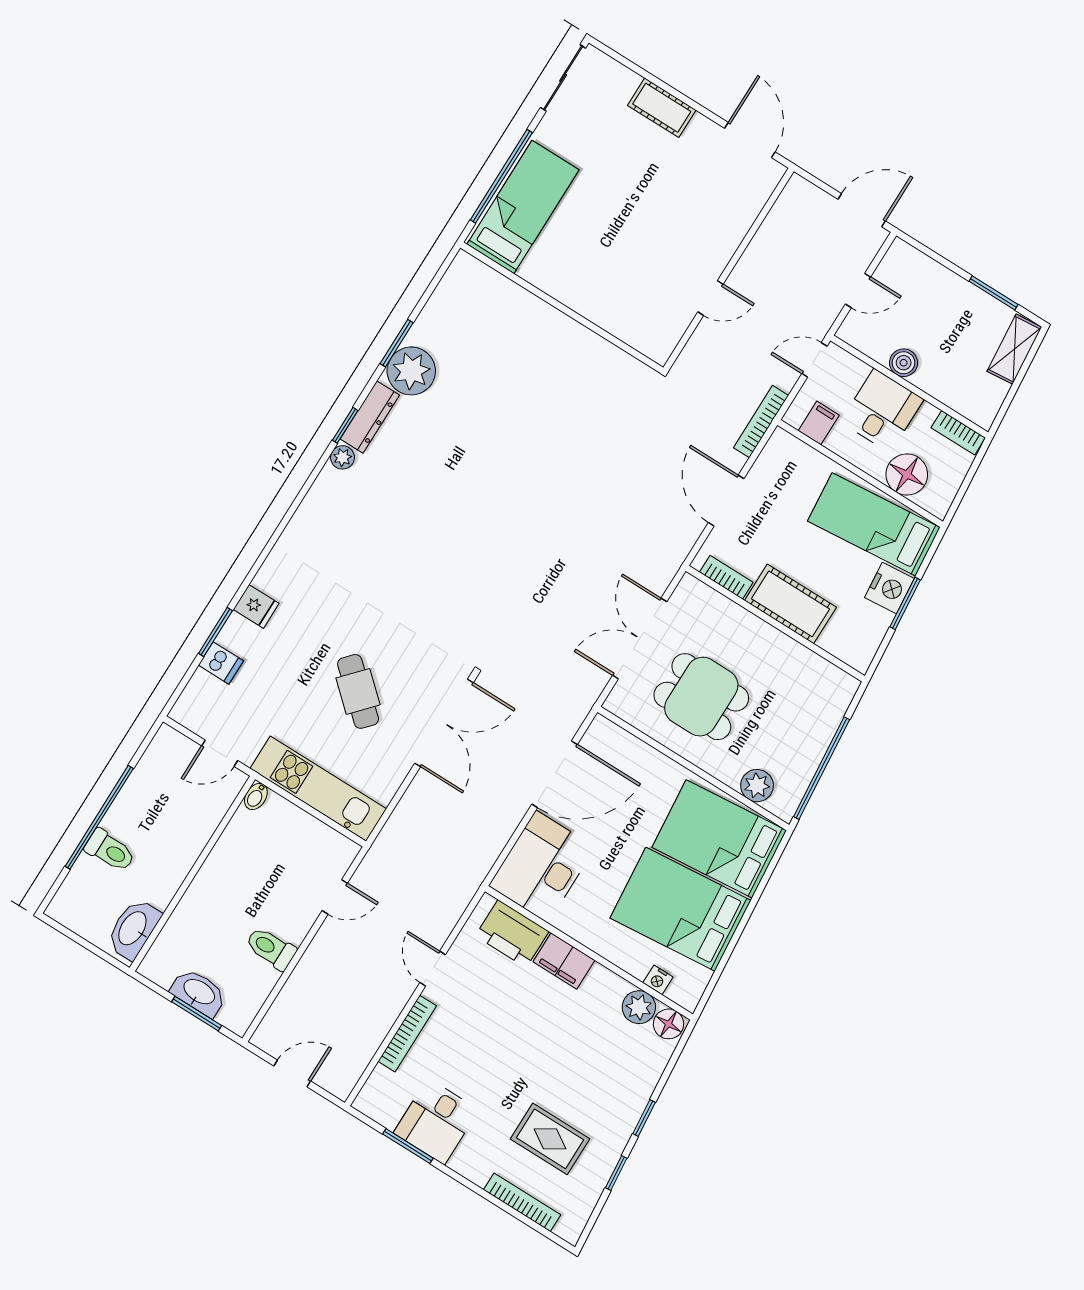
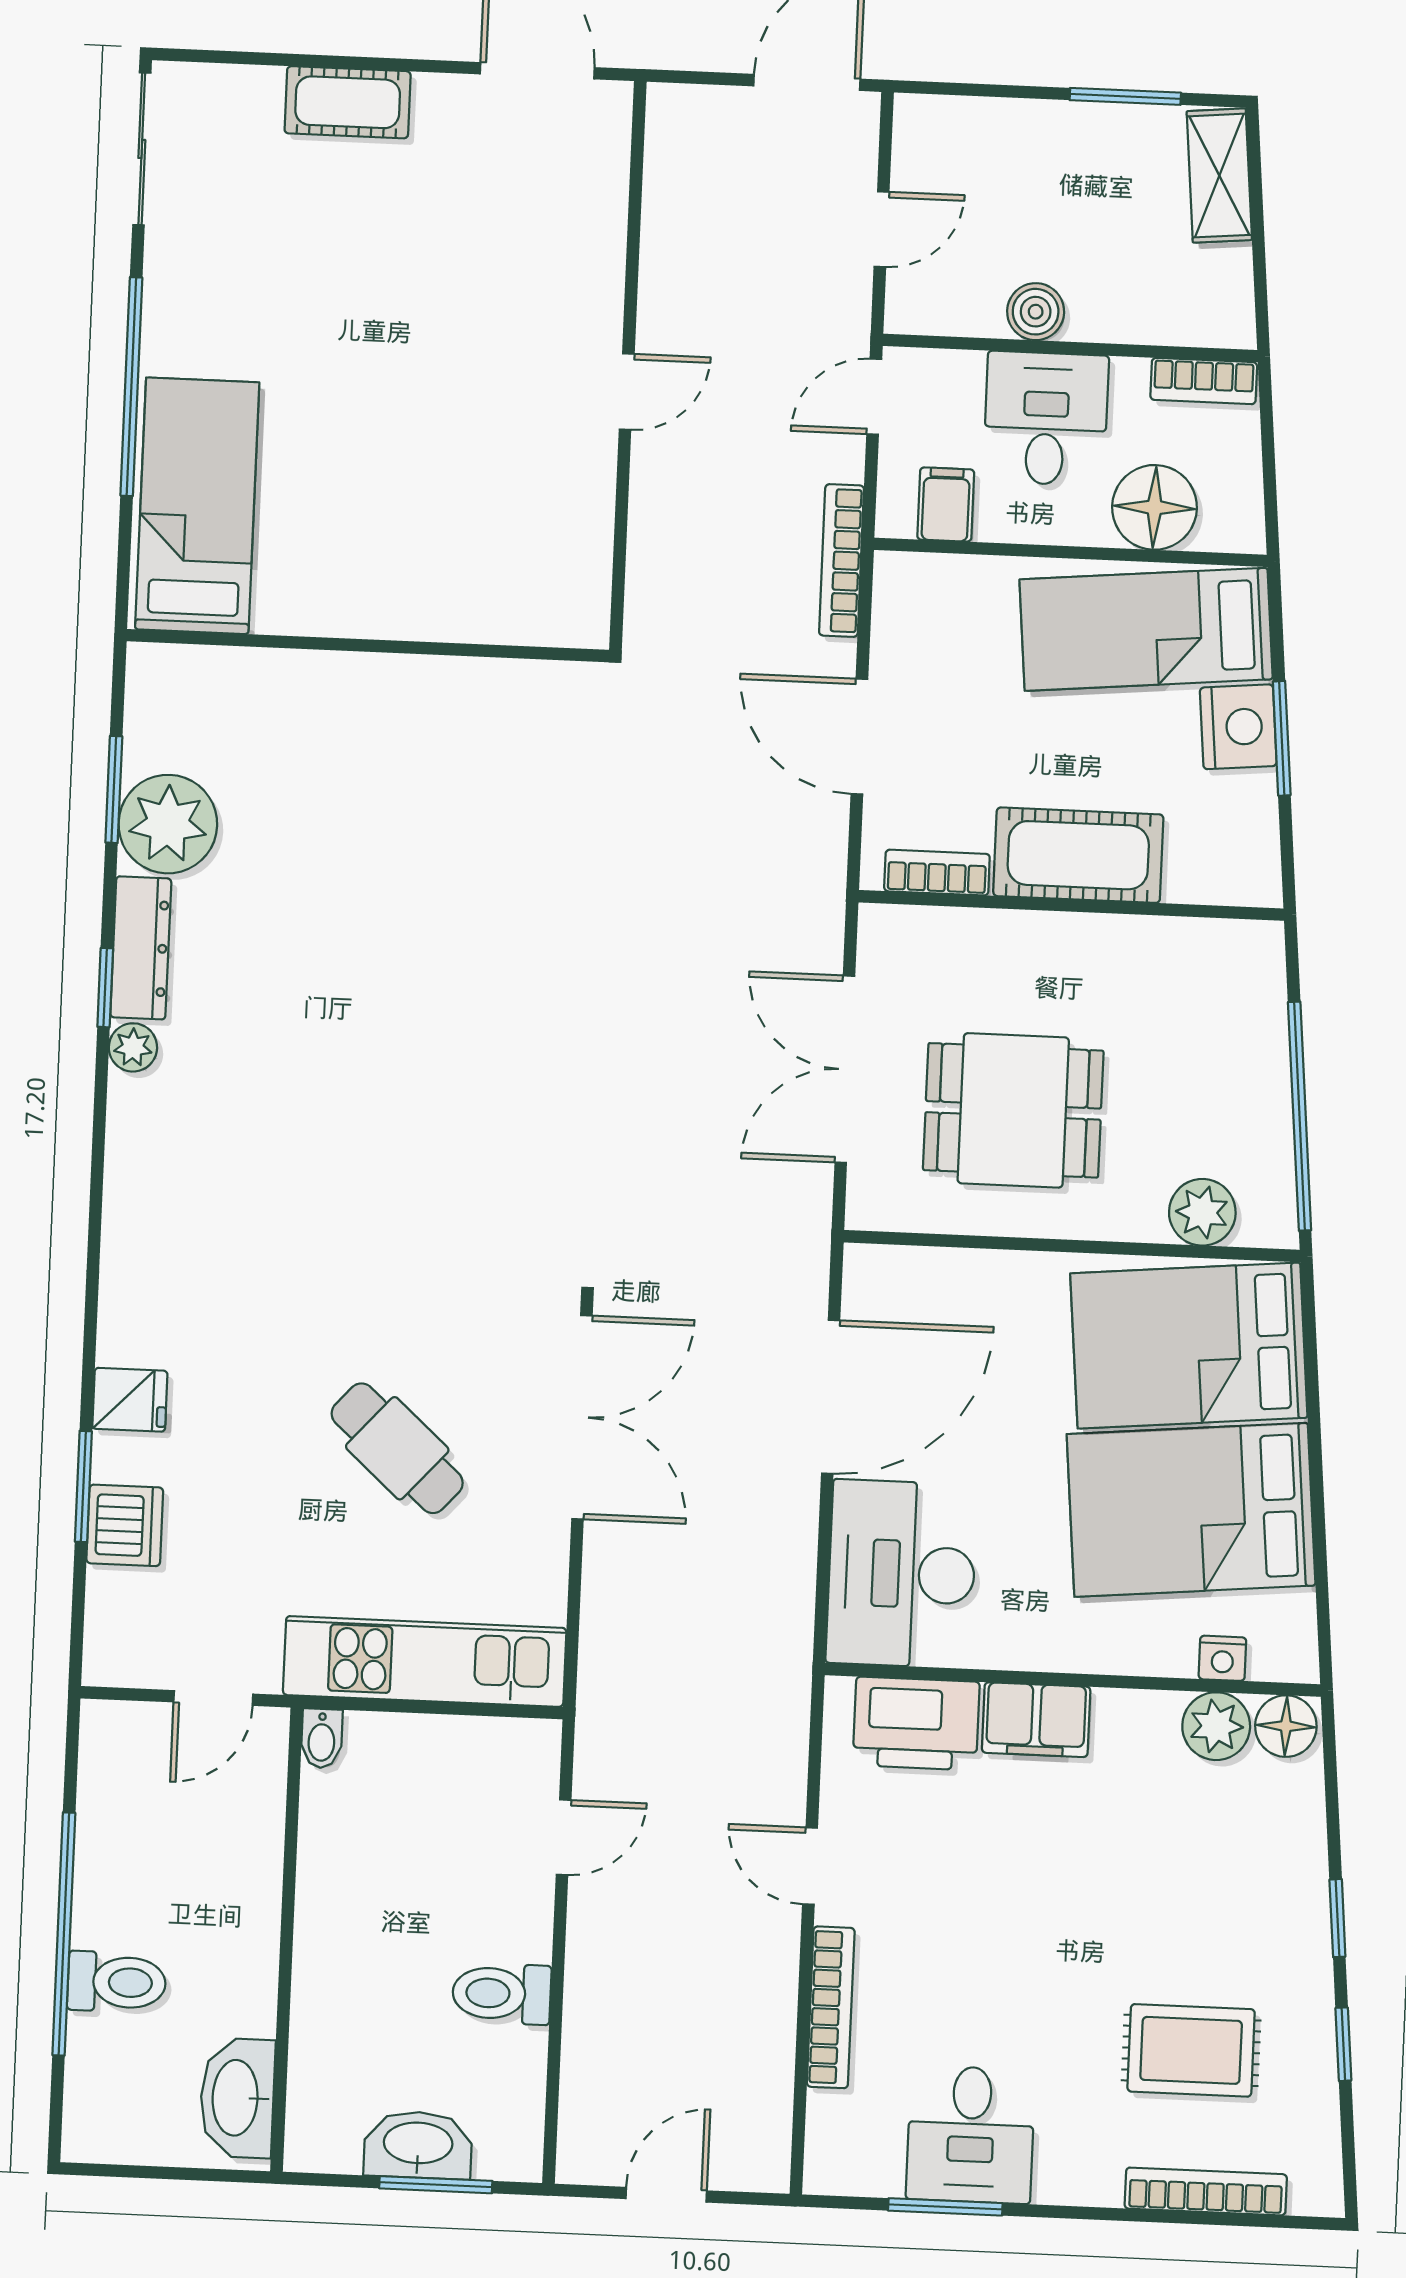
bed: (523, 207) -> (197, 506), moved
wall: (562, 308) -> (368, 646), moved
dishwasher: (221, 663) -> (125, 1525), width x1.38

